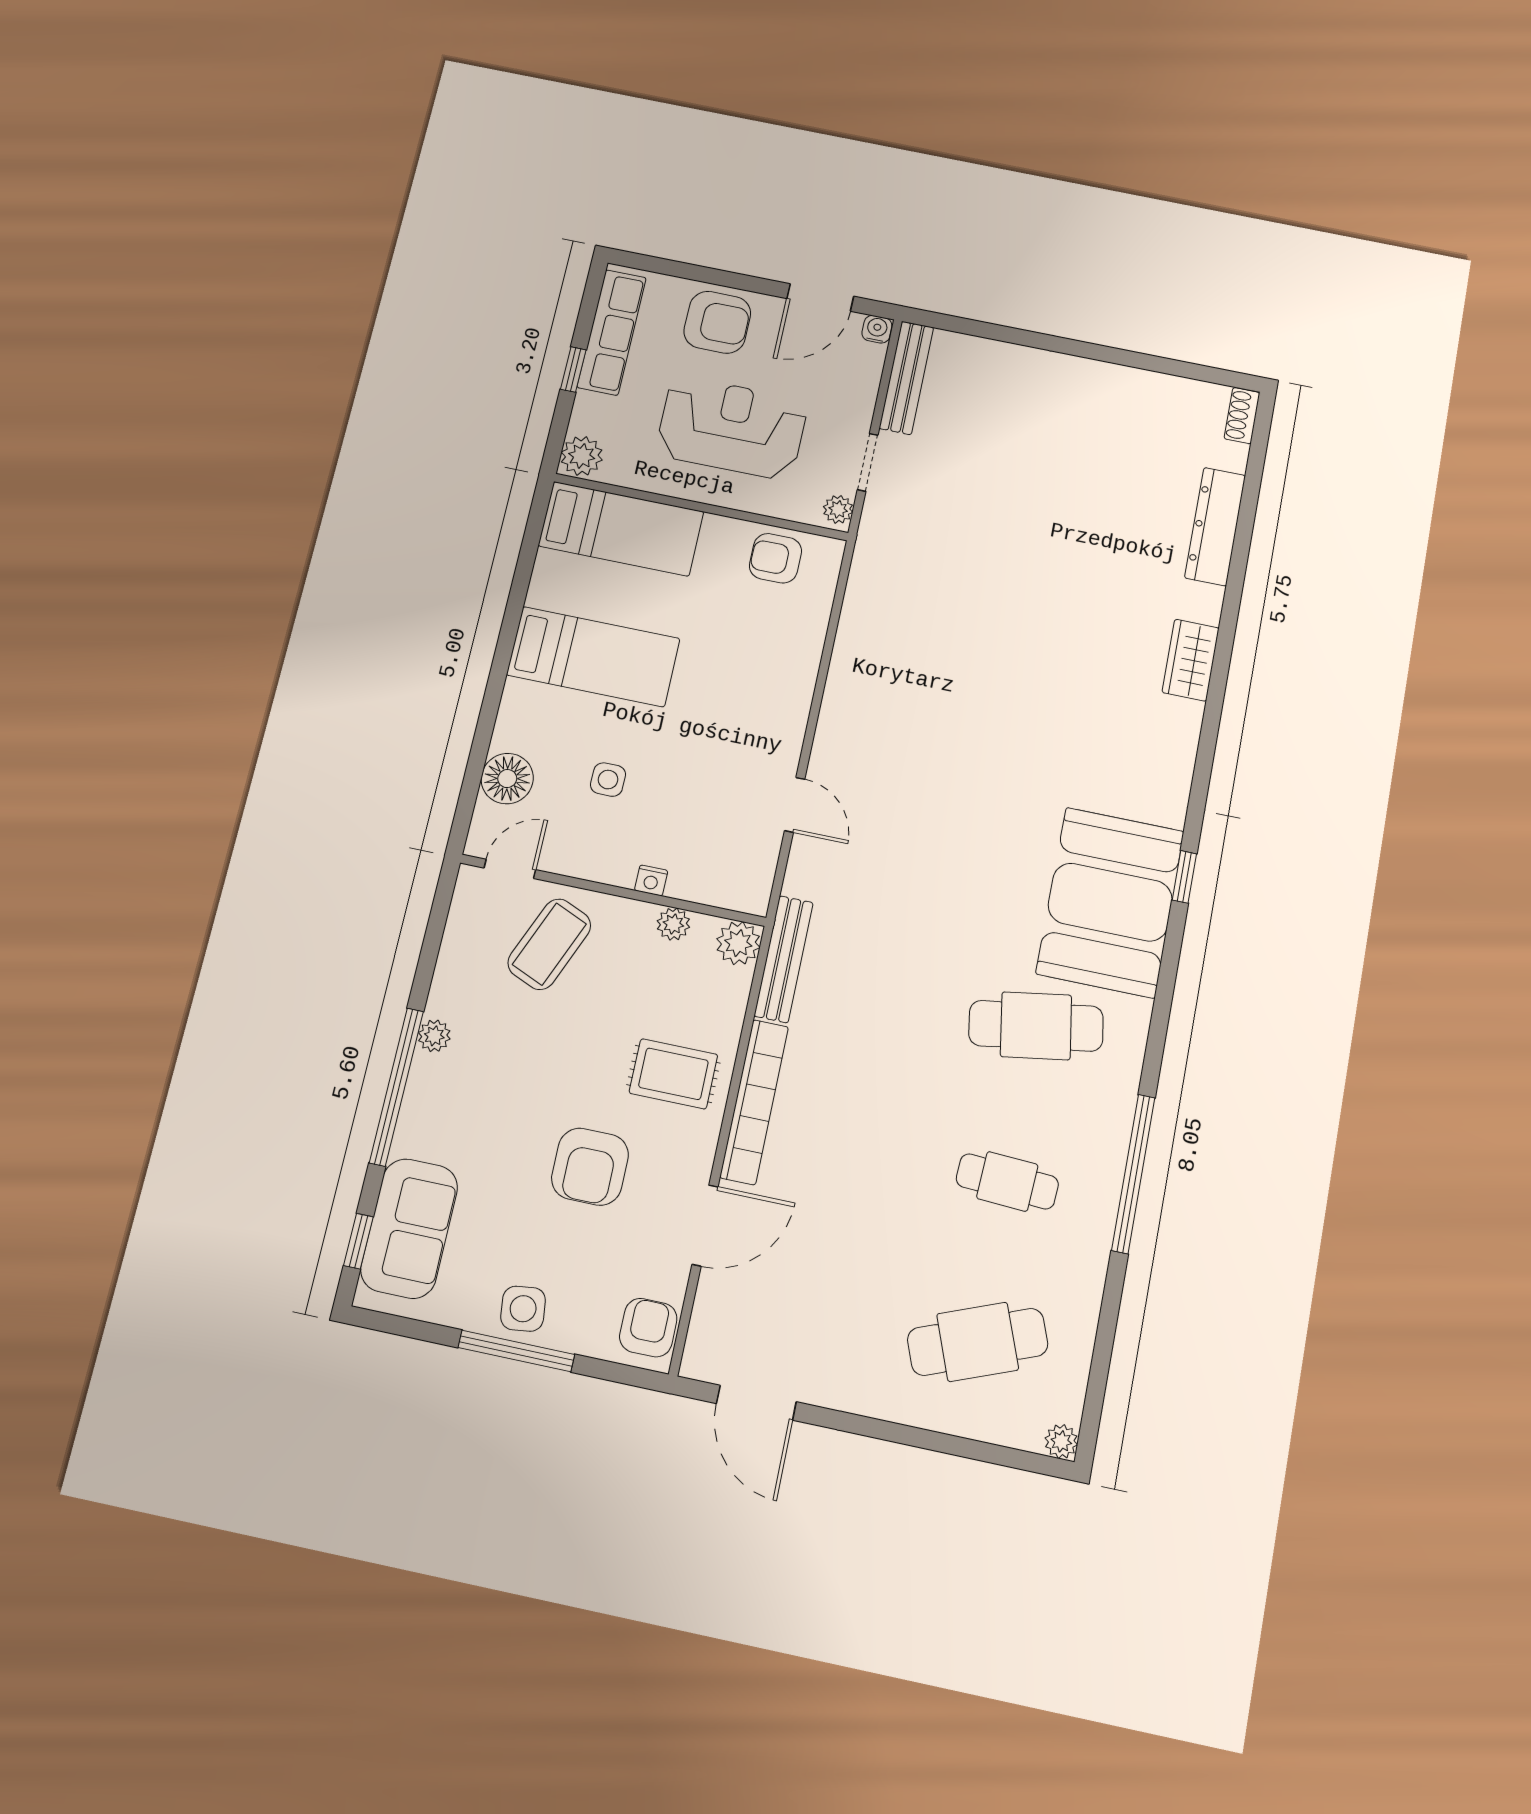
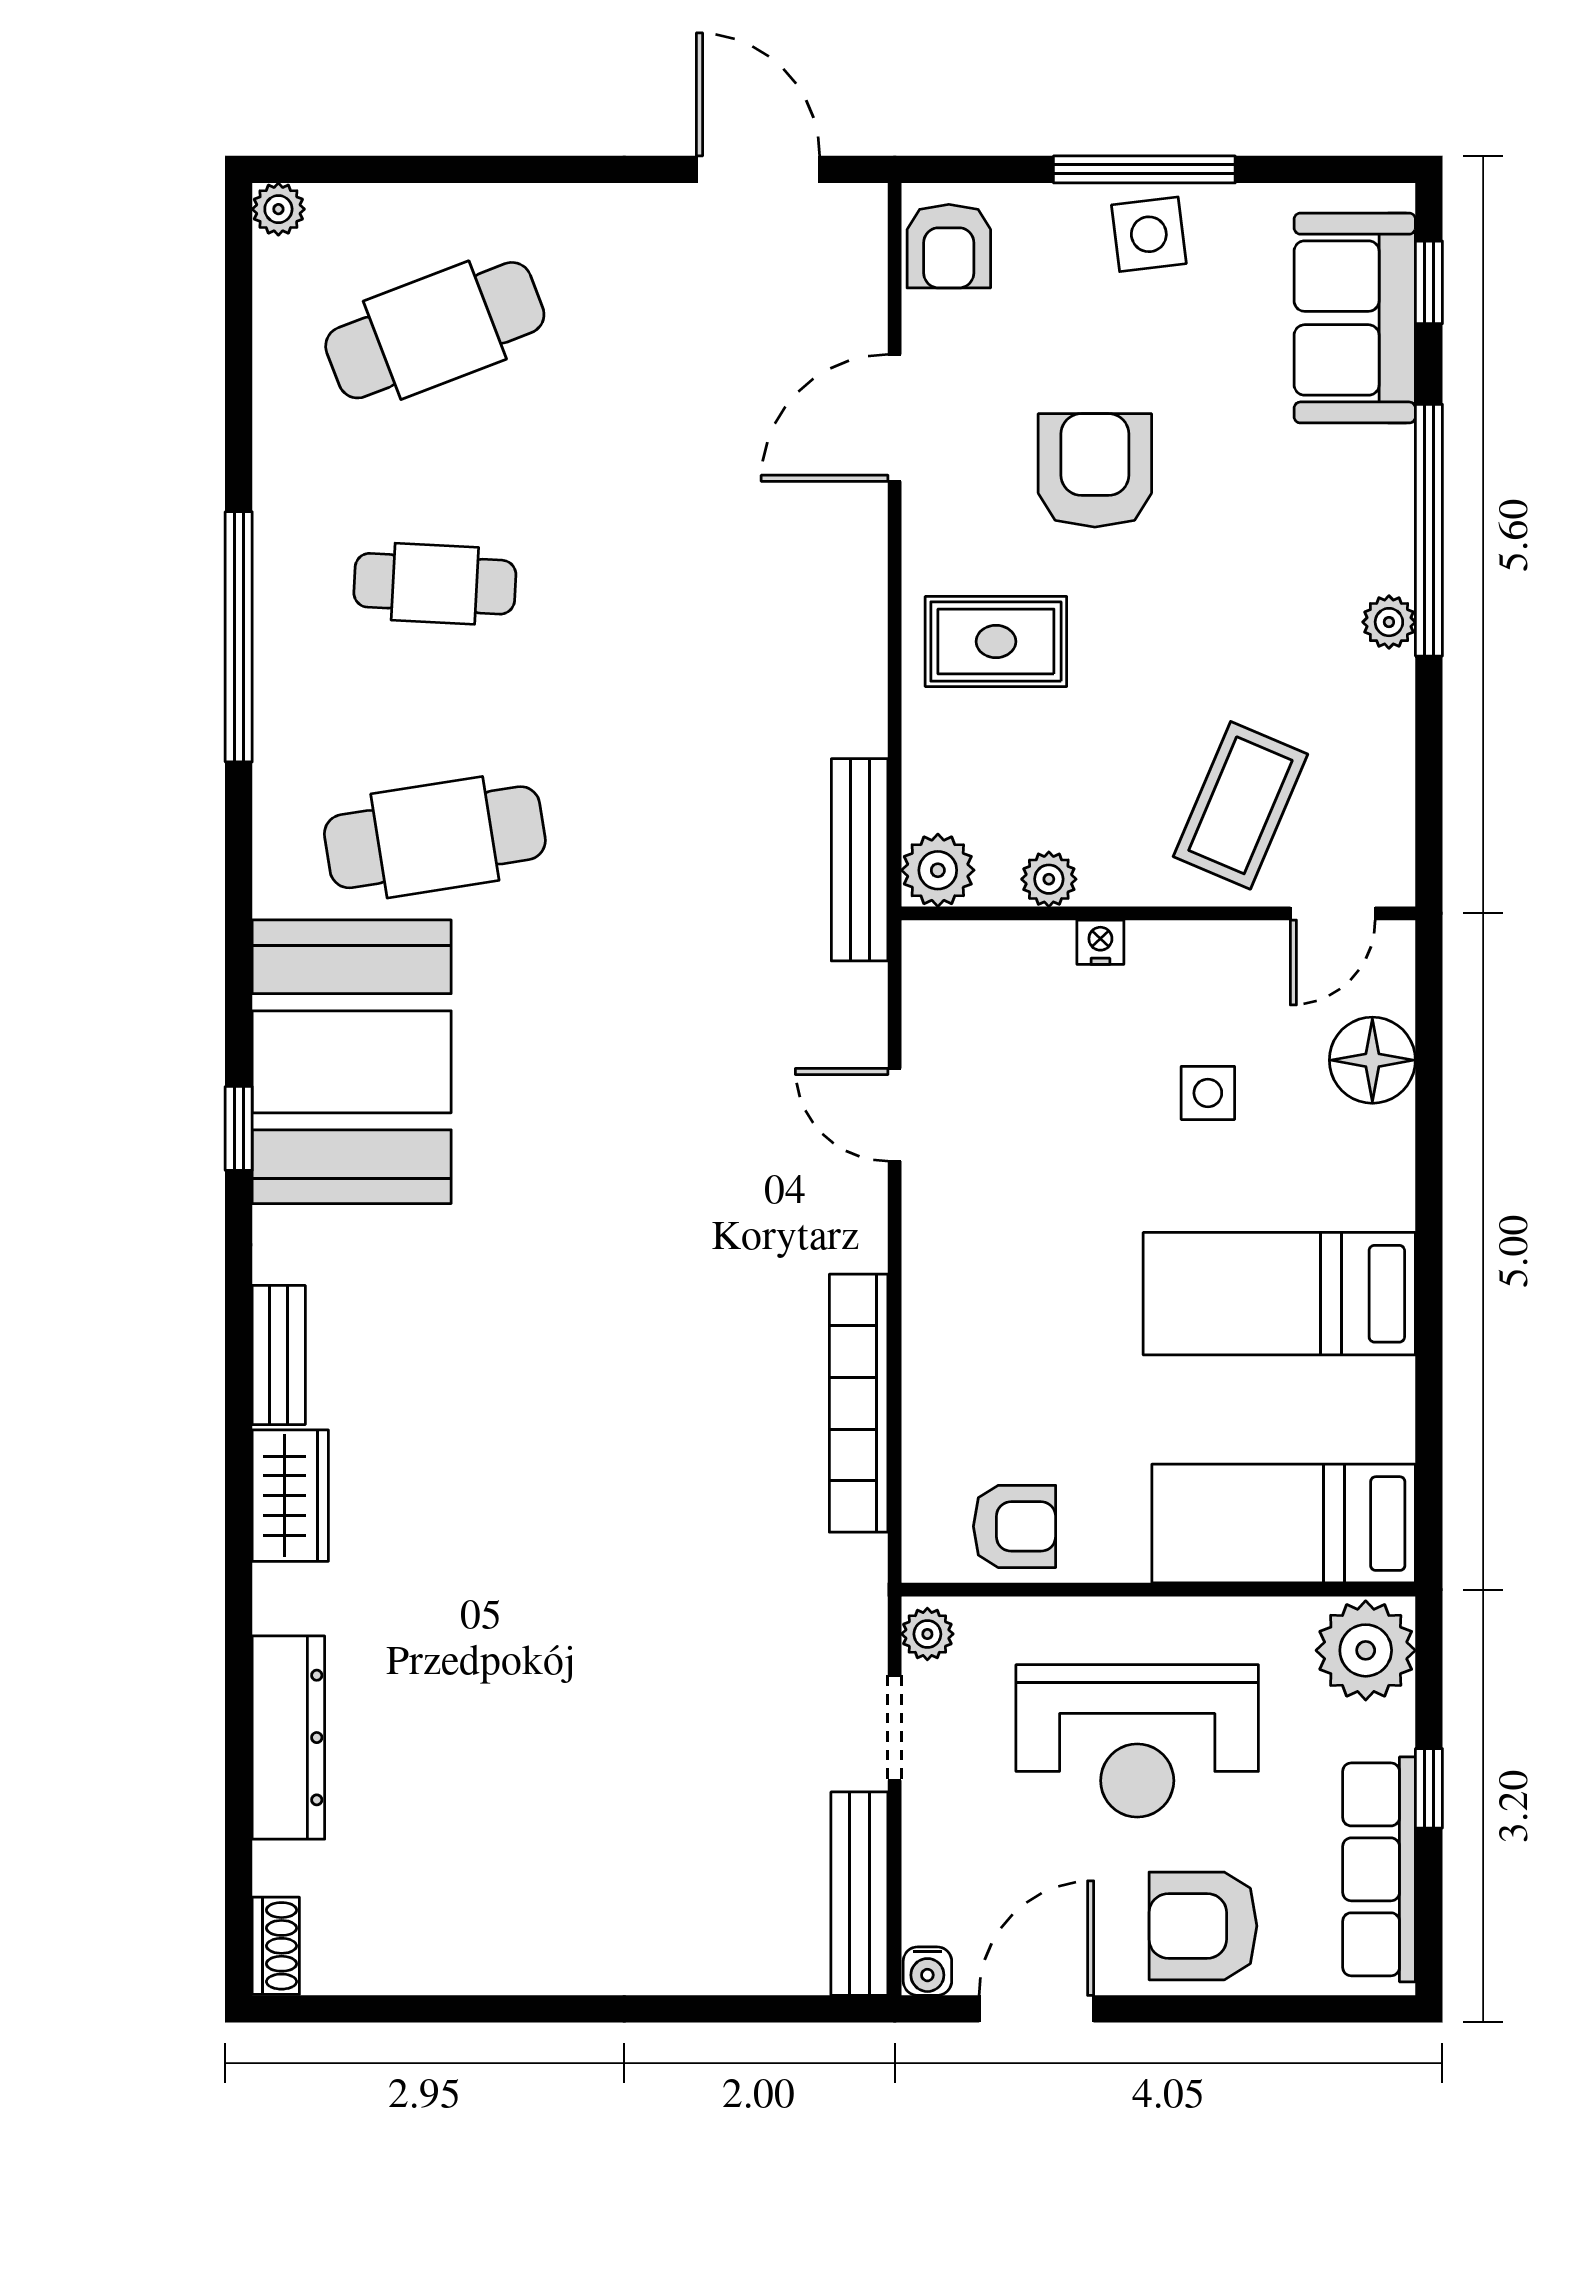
plant: (582, 456) -> (1366, 1650), width x1.36, depth x1.36
bench: (1183, 741) -> (279, 1355), added
bookcase: (754, 1102) -> (859, 1403), moved

